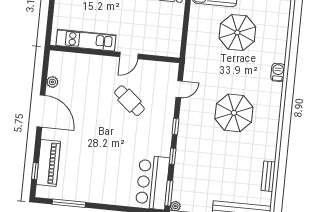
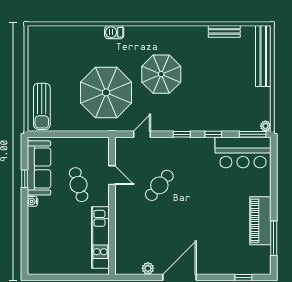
cafe table: (138, 25) -> (79, 185), added
parasol: (237, 33) -> (106, 92), moved, width x1.36, depth x1.36
door: (129, 55) -> (112, 175), moved
door: (179, 89) -> (142, 134), hinge flipped
piano: (48, 163) -> (260, 221), moved, turned -90

